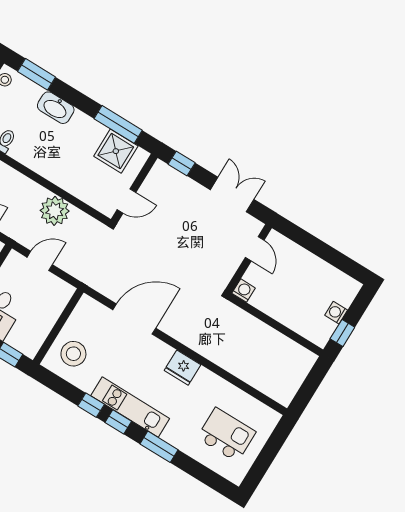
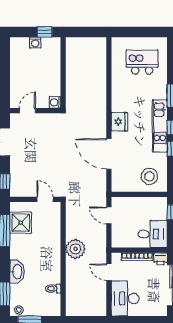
plant: (55, 211) -> (75, 249), moved
door: (40, 261) -> (109, 215), moved
fridge: (183, 368) -> (119, 122), moved
kitchen island: (226, 435) -> (142, 62), turned 90

